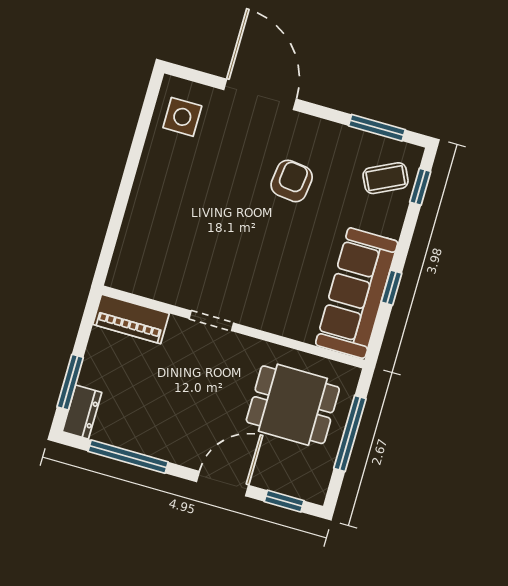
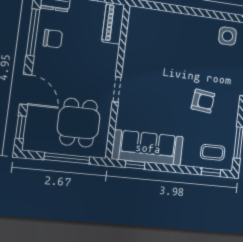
coffee table: (386, 178) -> (213, 152), turned -64
window: (391, 288) -> (135, 165), moved
doorway: (211, 321) -> (117, 89), moved
chair: (143, 426) -> (53, 39), added

